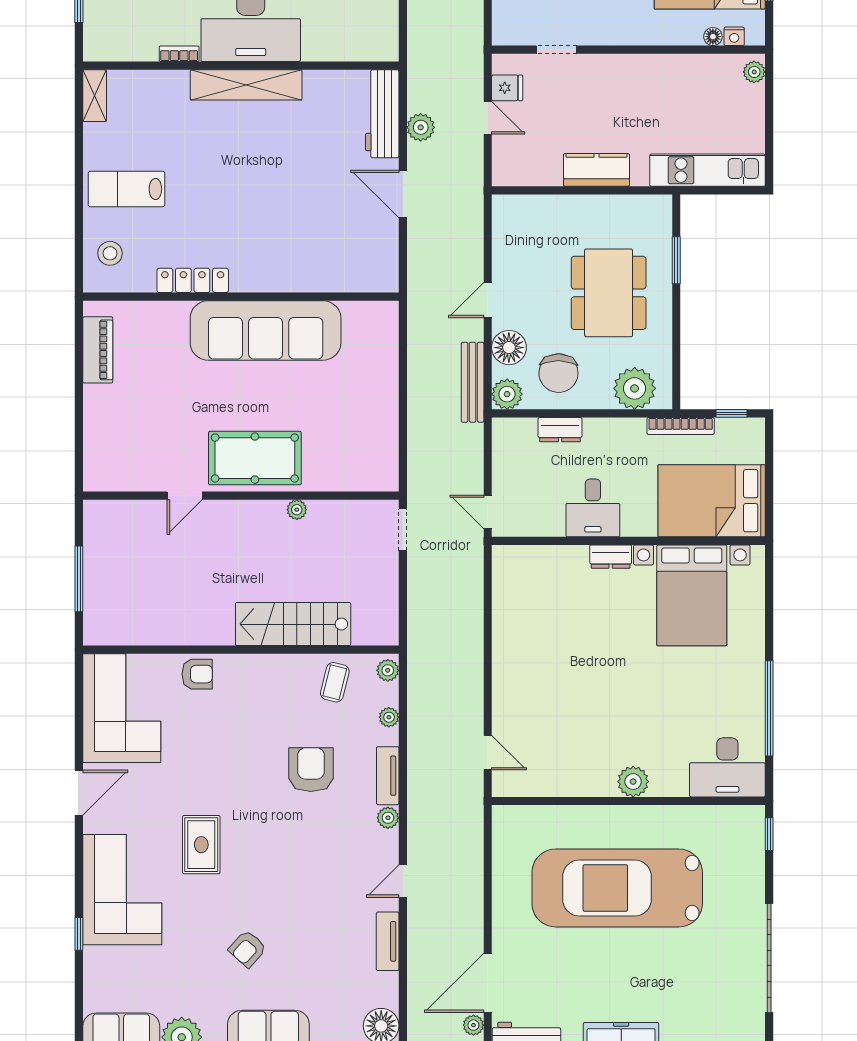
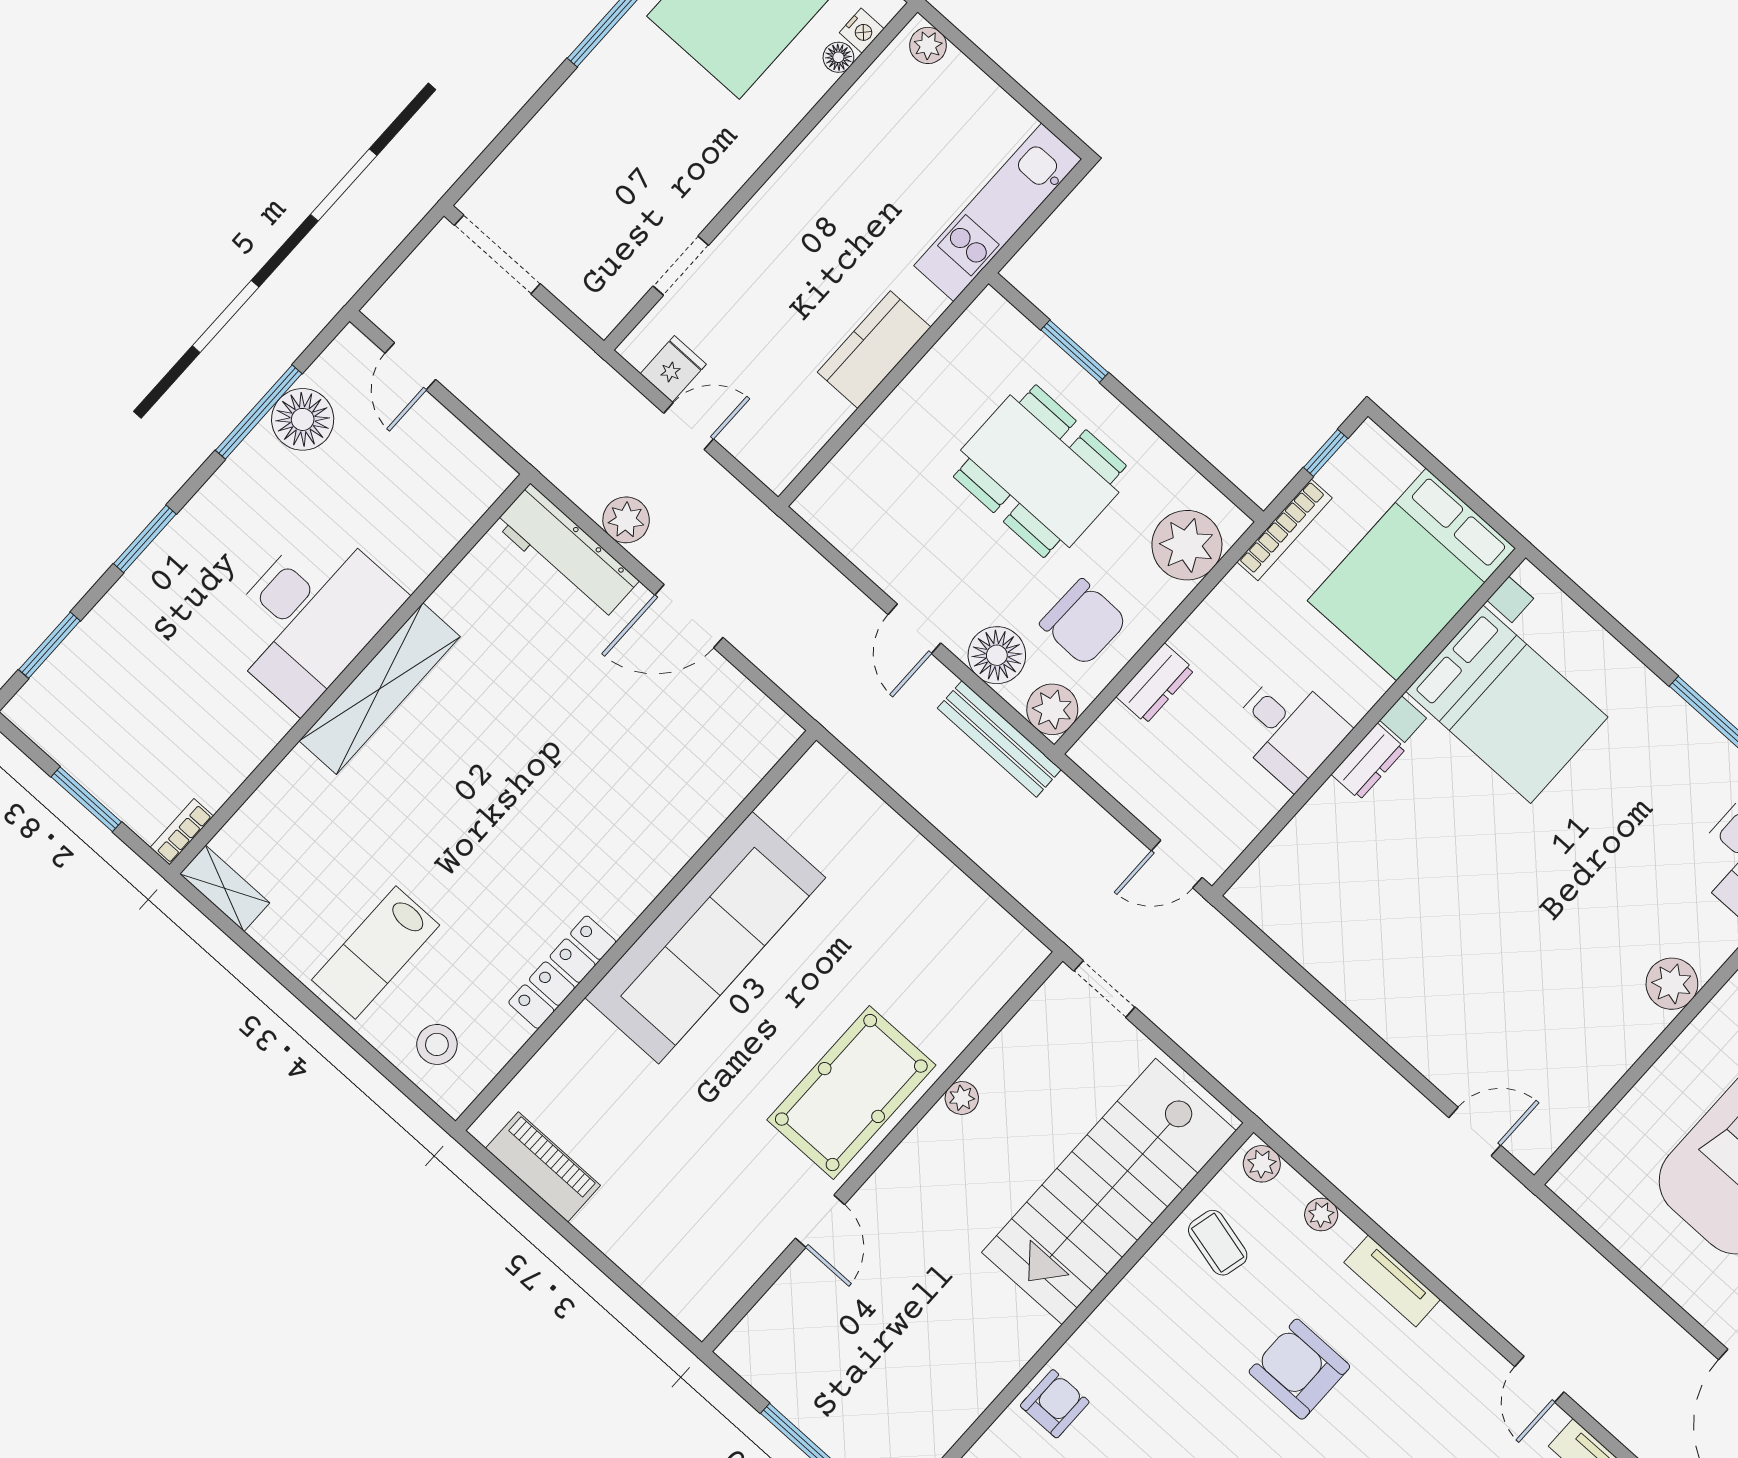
bookcase: (179, 54) -> (182, 832), moved
stairs: (293, 624) -> (1109, 1192), width x1.36, depth x1.51
plant: (388, 818) -> (1445, 1327), removed

